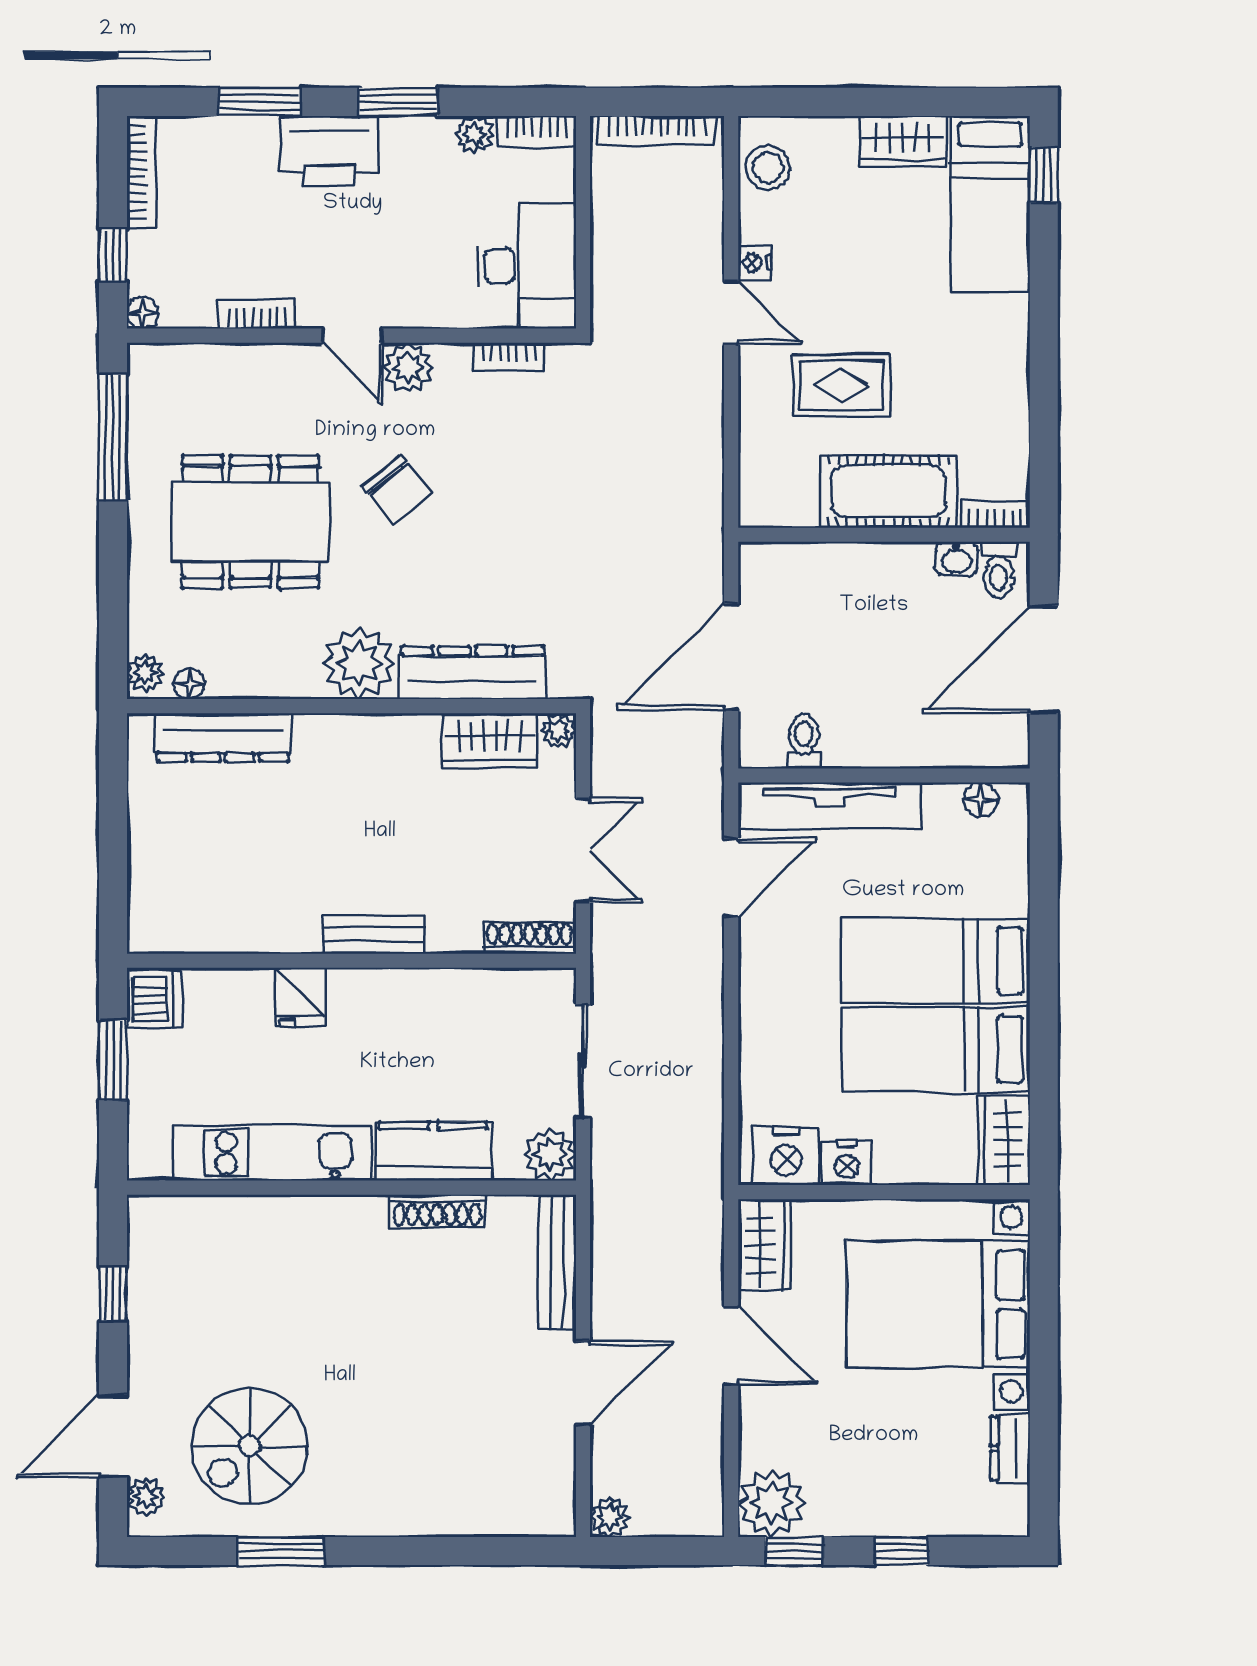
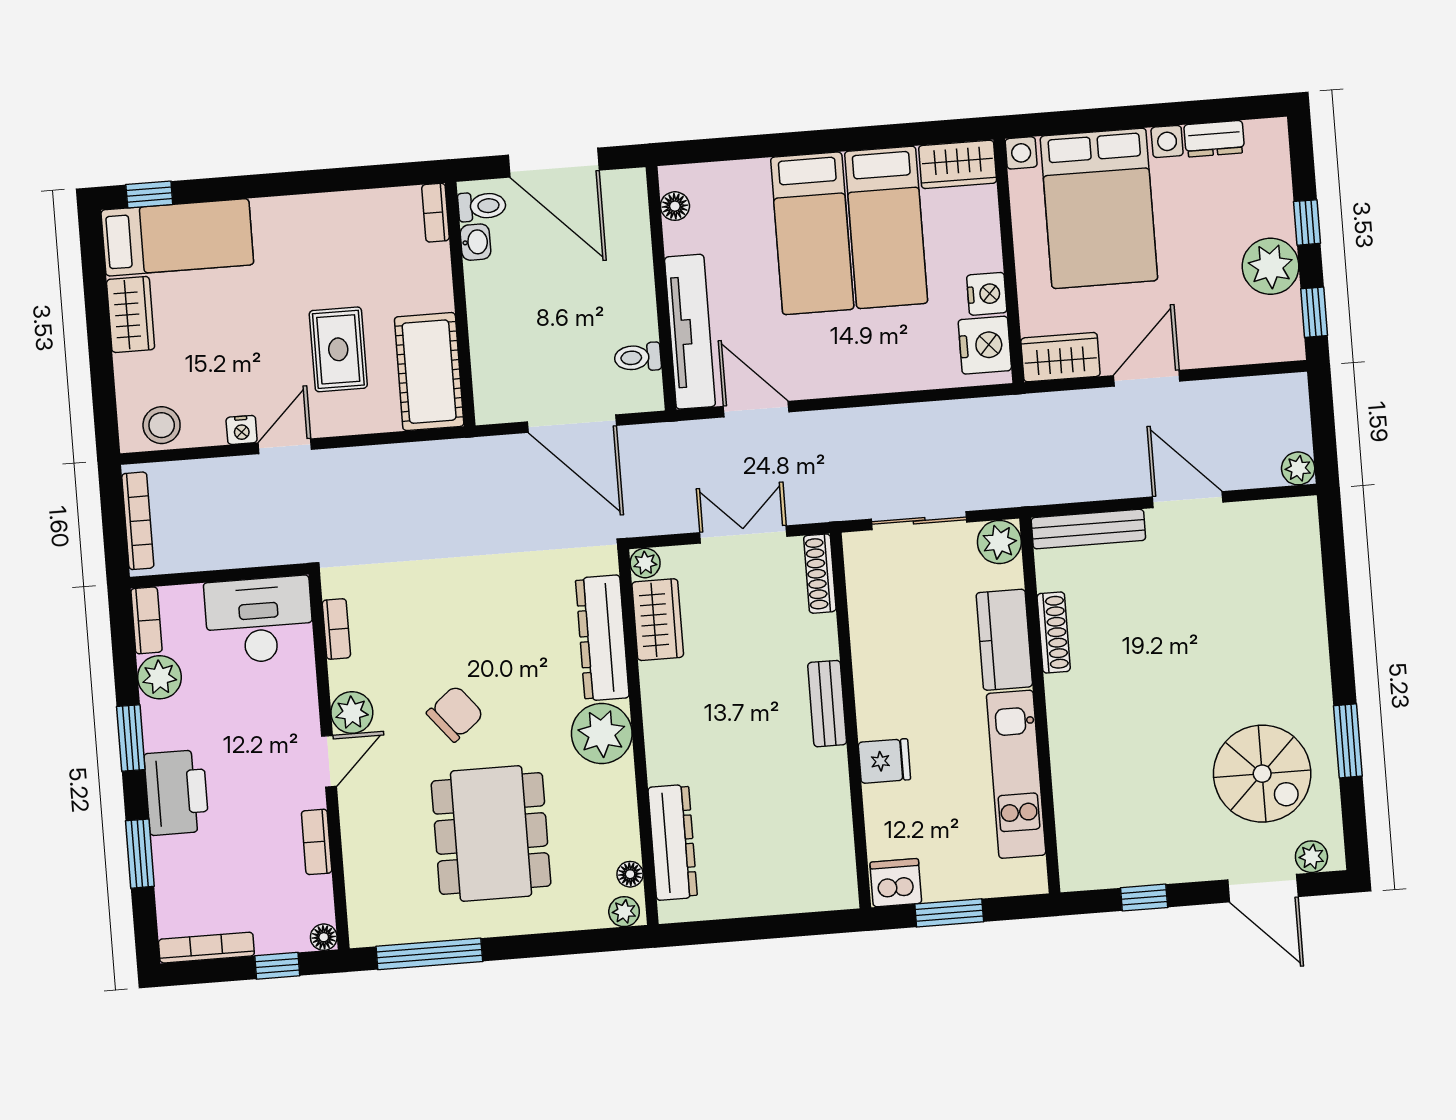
plant: (475, 135) -> (160, 677), width x1.38, depth x1.38
cot: (888, 491) -> (429, 372), moved
plant: (772, 1503) -> (1271, 266), moved

